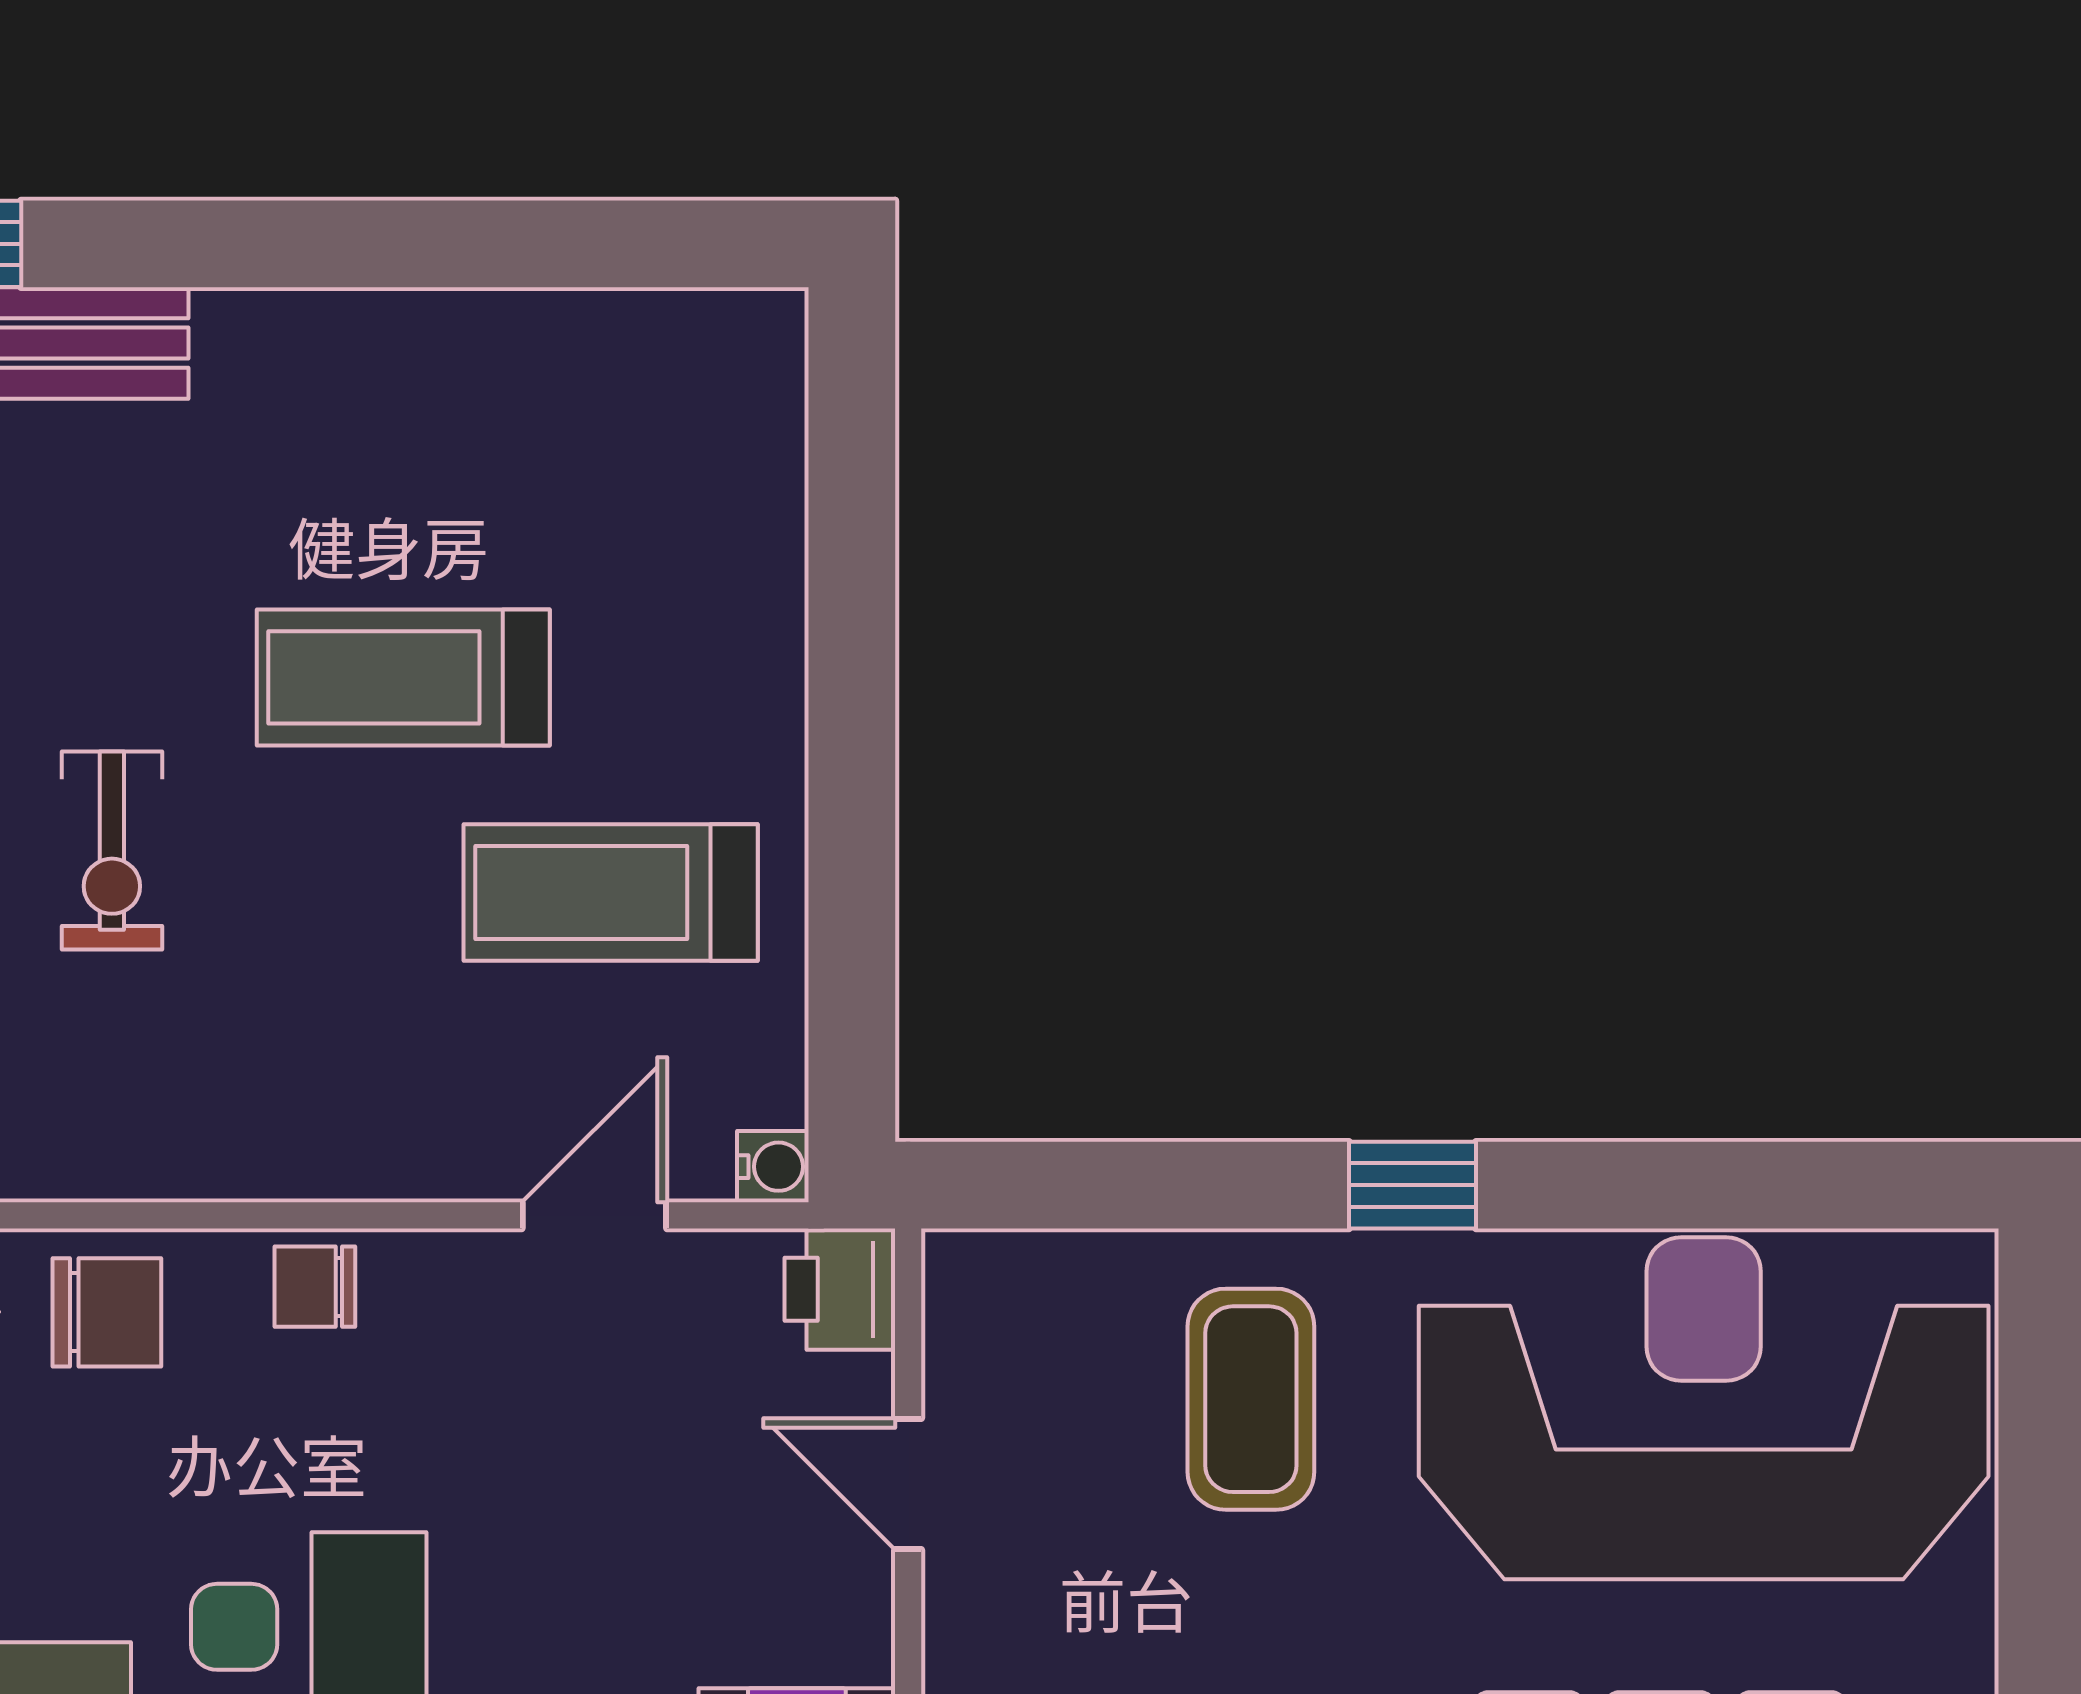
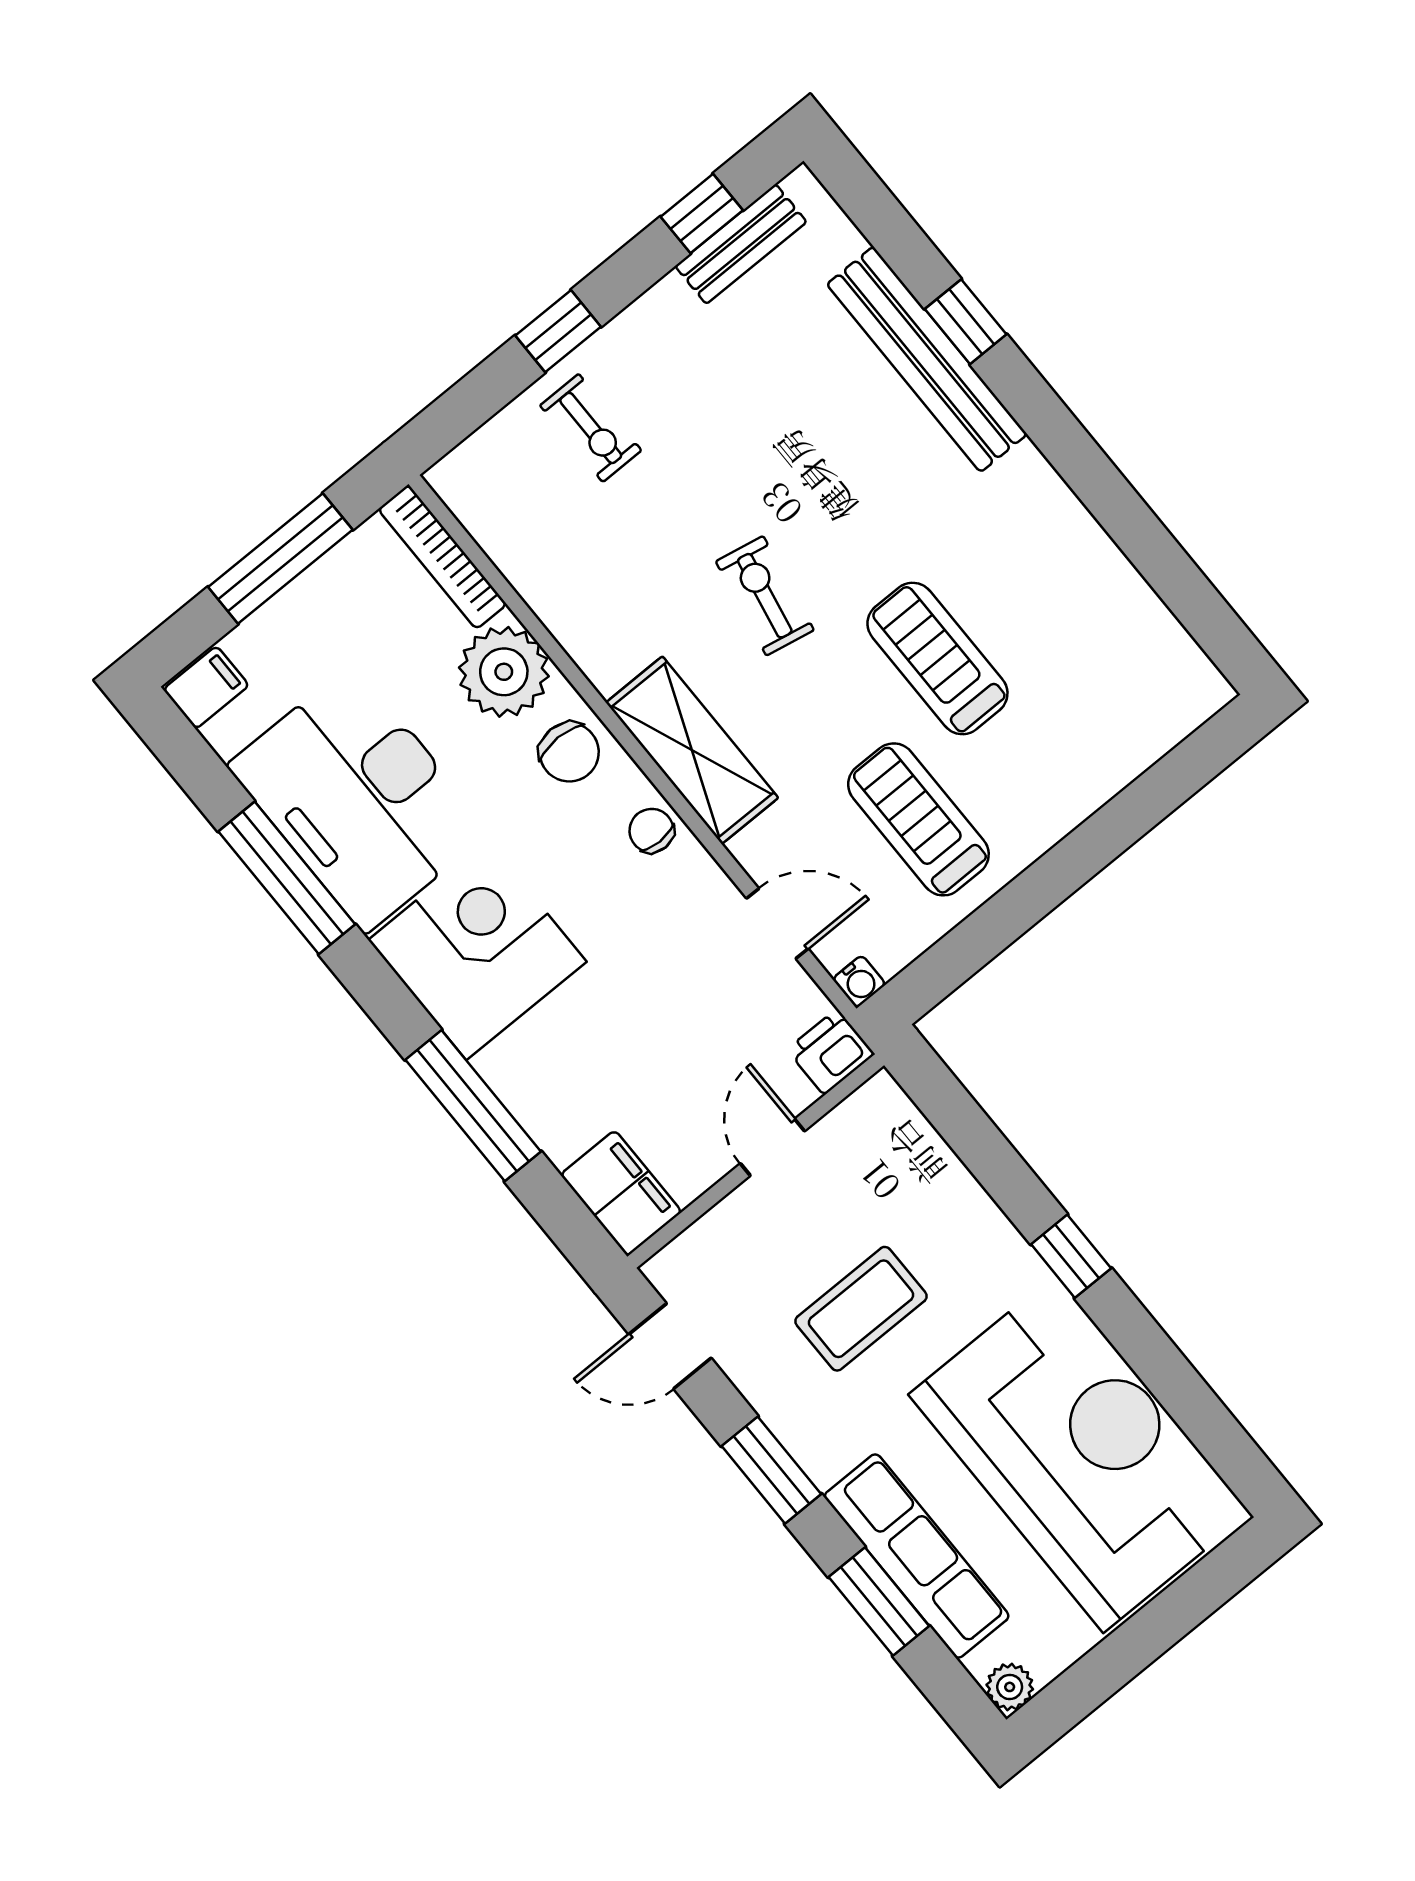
exercise bike: (112, 851) -> (765, 596), turned 101
shelving: (247, 1135) -> (692, 750), added
coffee table: (1251, 1399) -> (861, 1309), moved

